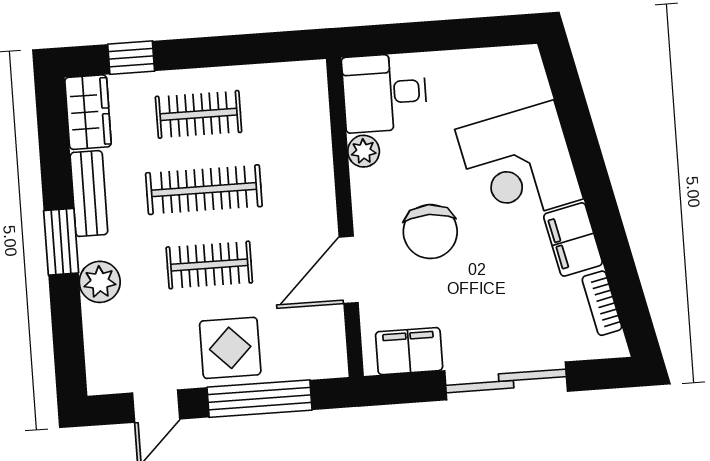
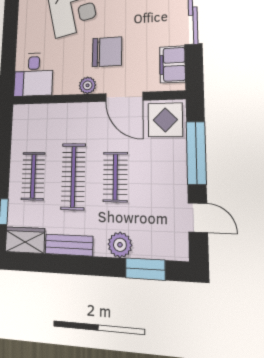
plant: (364, 151) -> (88, 85), moved
window: (61, 242) -> (145, 269), moved
display table: (230, 348) -> (165, 120), moved

